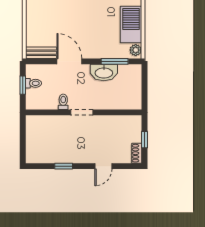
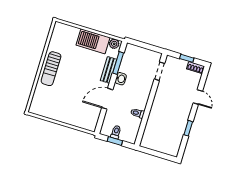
bench: (41, 53) -> (109, 70), moved
washbasin: (104, 73) -> (121, 79), width x0.52, depth x0.69
doorway: (82, 112) -> (159, 71), moved

